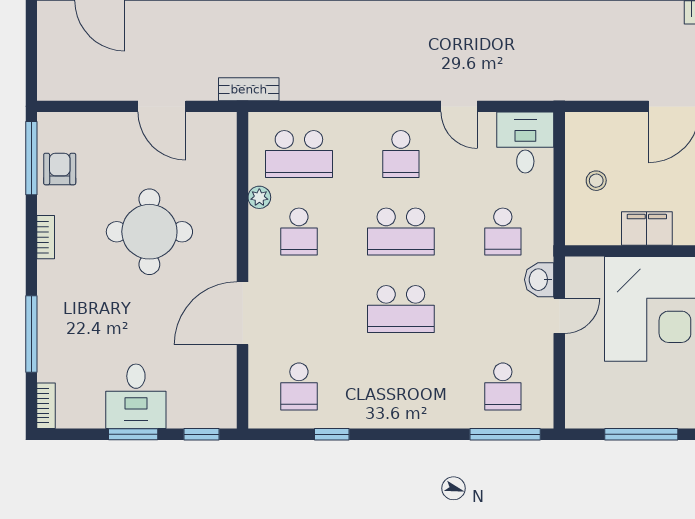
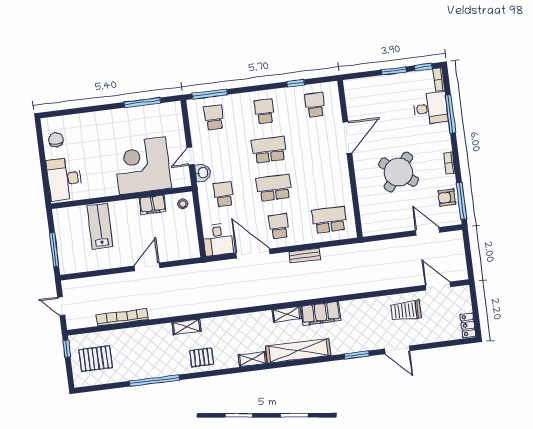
bench: (249, 89) -> (305, 256), moved
door: (162, 106) -> (428, 231), moved
door: (459, 106) -> (253, 253), width x1.88
armchair: (60, 169) -> (447, 198), turned 90
stool: (596, 181) -> (183, 204), moved
plant: (259, 197) -> (346, 196), removed
round table: (149, 232) -> (398, 172), turned 38
school desk: (299, 232) -> (264, 111), moved
desk: (136, 396) -> (431, 108), moved, turned 90
window: (202, 434) -> (423, 67), moved

